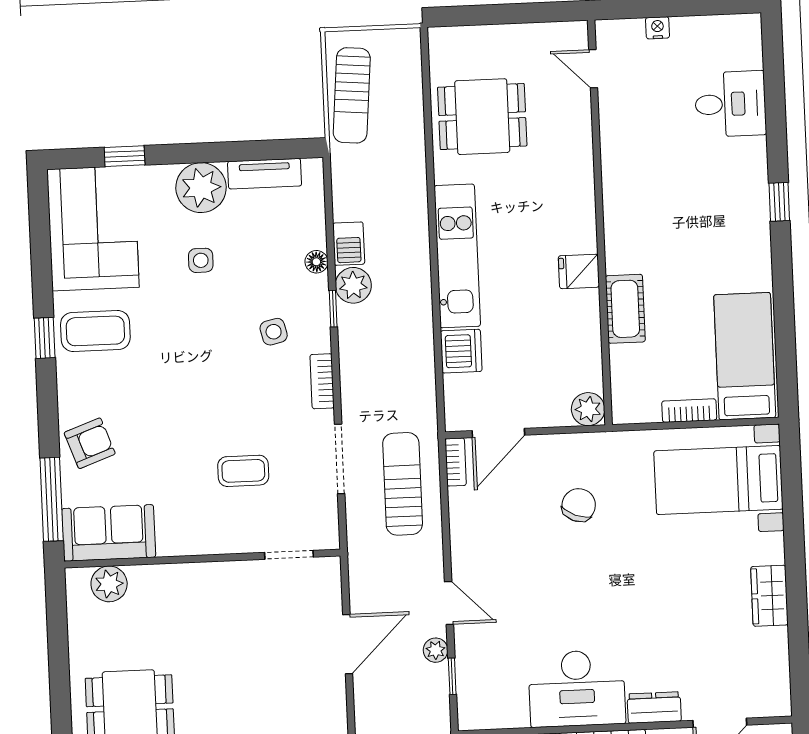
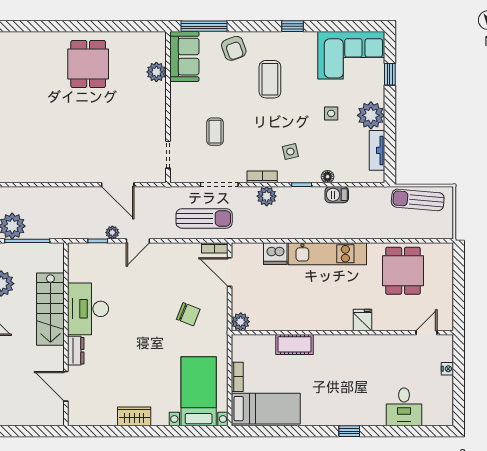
fridge: (579, 271) -> (363, 320), moved
plant: (353, 285) -> (267, 196), moved
coffee table: (95, 331) -> (270, 79), moved
plant: (109, 584) -> (156, 72), moved

